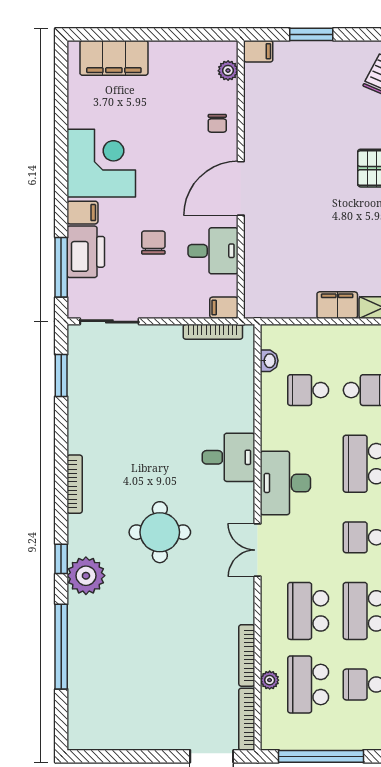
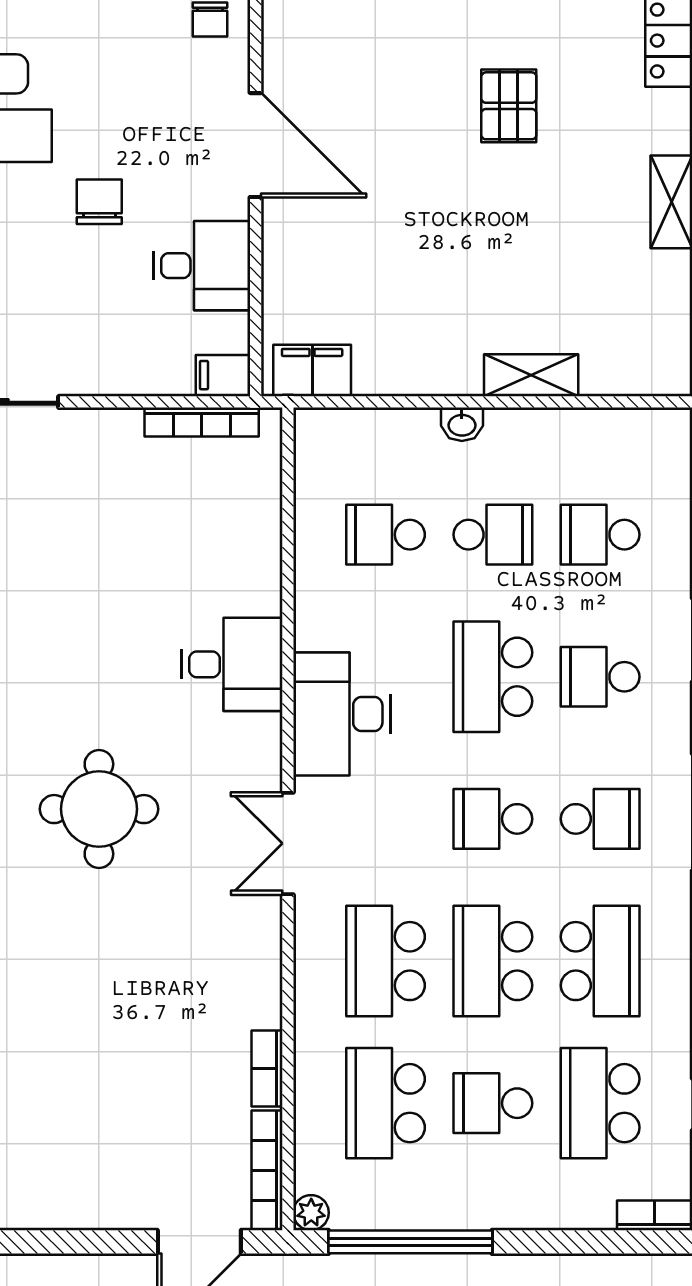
door: (241, 188) -> (256, 145), swing flipped
chair: (153, 243) -> (99, 202), moved
filing cabinet: (337, 305) -> (312, 371), moved
washbasin: (269, 361) -> (462, 424), moved, turned 90
bookcase: (247, 655) -> (267, 1068), width x0.64
plant: (270, 680) -> (311, 1213), moved

